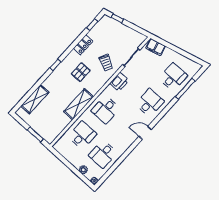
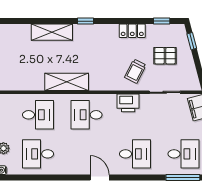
pallet: (81, 72) -> (165, 56), moved
shelving: (35, 99) -> (52, 32), moved

